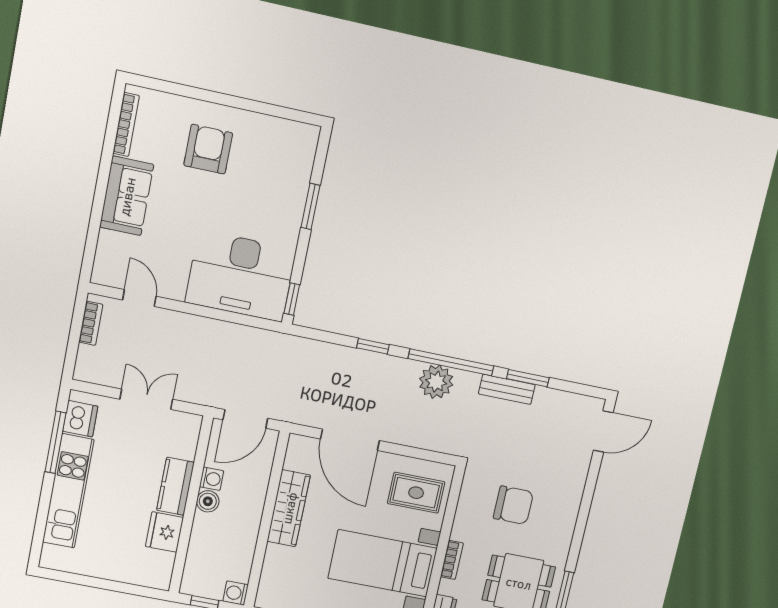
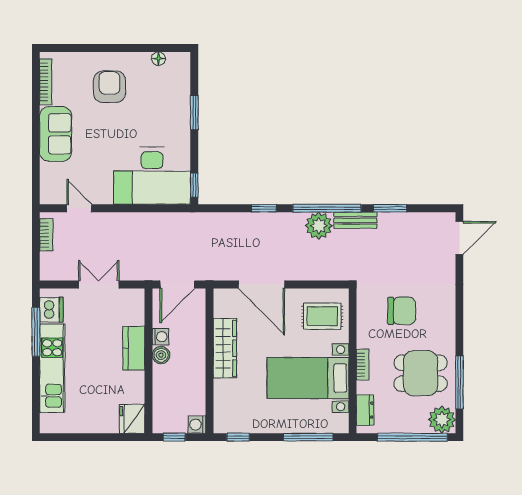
floor lamp: (279, 126) -> (159, 59), added
bench: (507, 389) -> (355, 220), moved
fridge: (164, 532) -> (132, 419), moved

